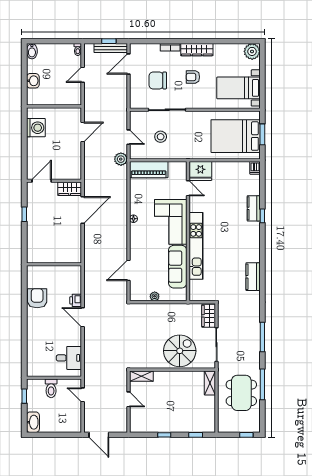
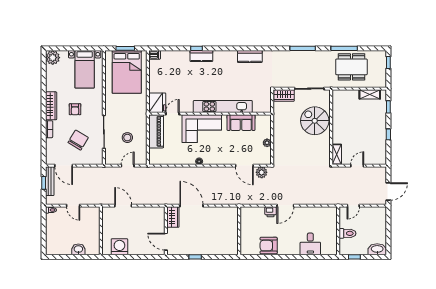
bidet: (32, 51) -> (52, 250), removed
chair: (158, 80) -> (78, 140), turned -149
plant: (121, 159) -> (262, 172), moved
piano: (149, 170) -> (156, 131), moved
kitchen counter: (254, 208) -> (201, 56), moved
sofa: (178, 267) -> (241, 123), width x0.73
desk: (69, 358) -> (310, 244), moved, turned 180
shelving: (210, 383) -> (370, 94), moved

